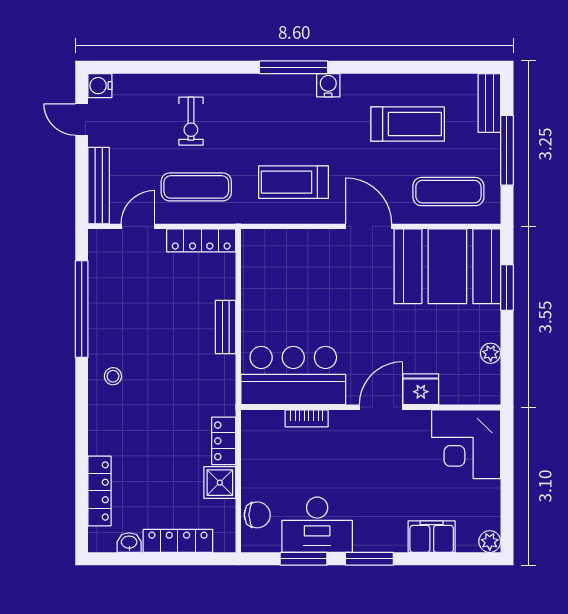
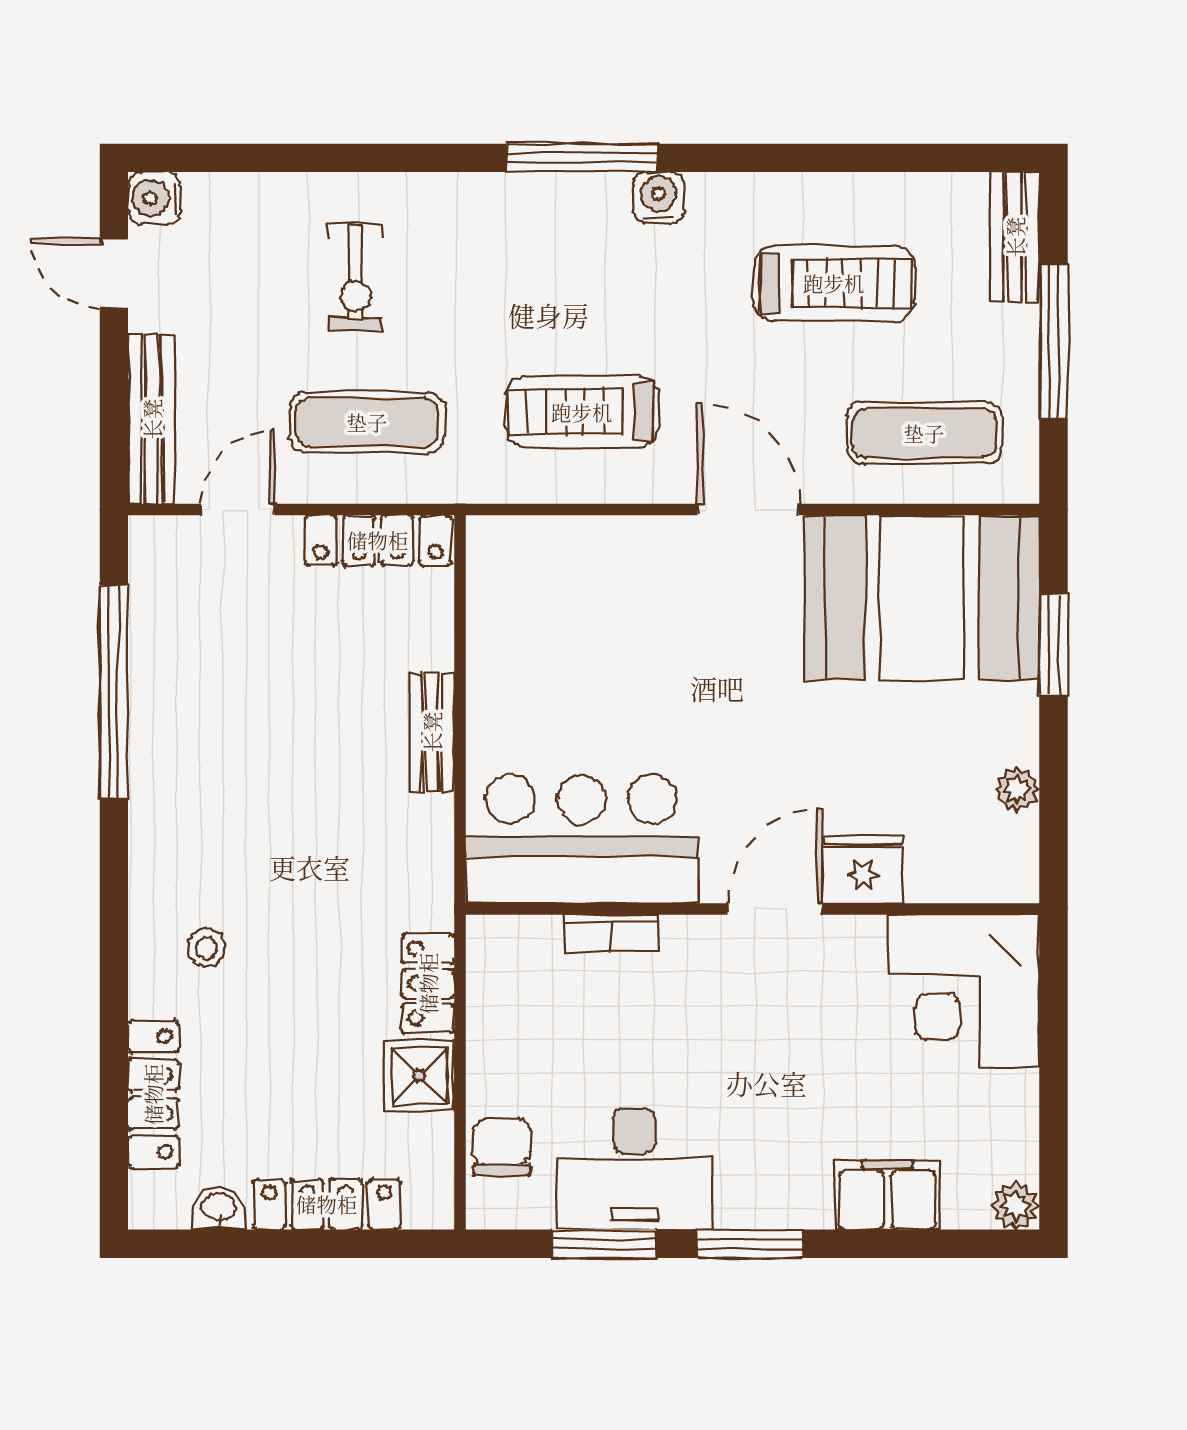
stool: (113, 376) -> (206, 948), moved
chair: (257, 515) -> (502, 1147), turned -90

